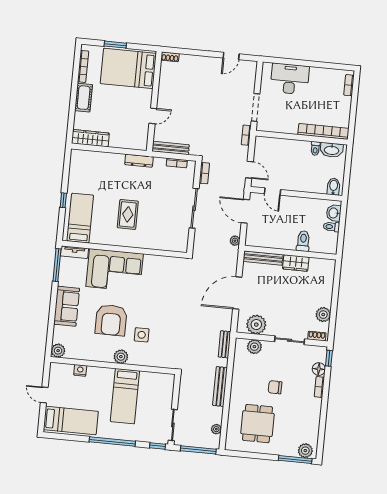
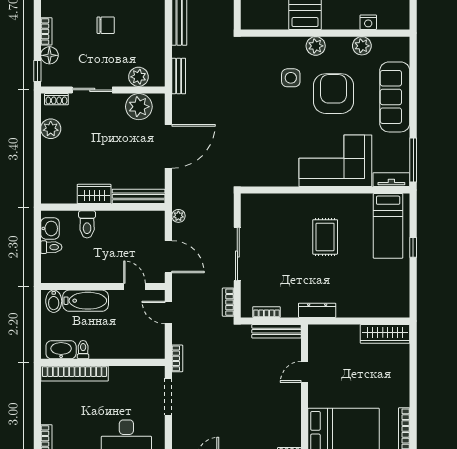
cot: (84, 98) -> (399, 387), removed
bathtub: (310, 185) -> (86, 301), added
washbasin: (334, 213) -> (50, 228), moved
sofa: (67, 306) -> (395, 97), width x1.36
plant: (58, 351) -> (362, 46), moved

